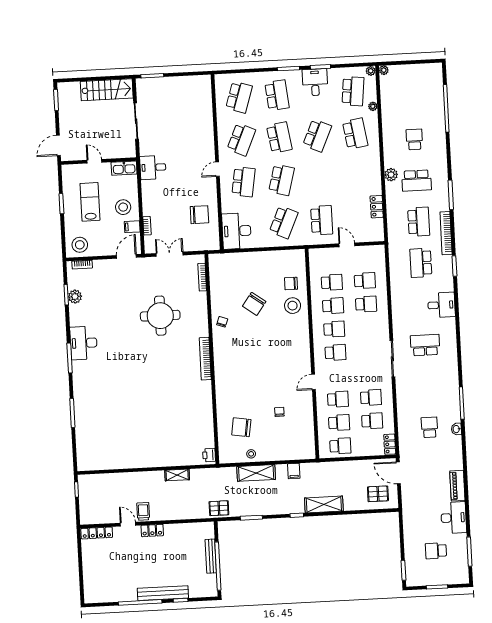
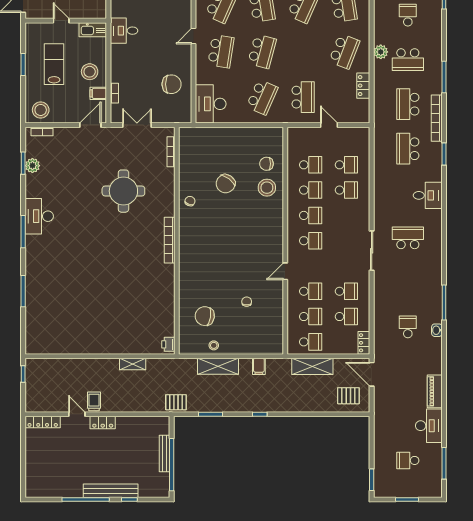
school desk: (357, 176) -> (344, 51), added
school desk: (419, 222) -> (408, 104), turned 180
shelving: (324, 504) -> (312, 366), moved

